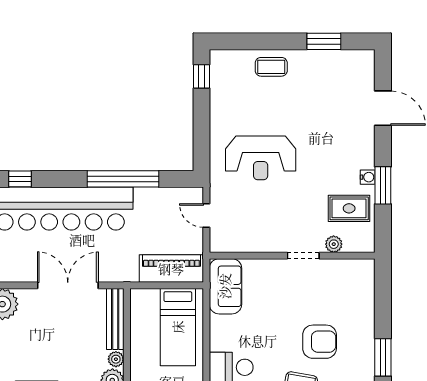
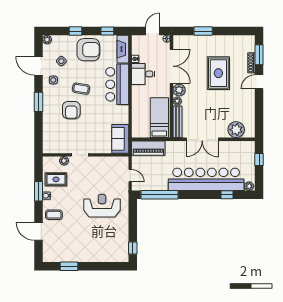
coffee table: (271, 67) -> (54, 215), moved
window: (123, 179) -> (159, 195), moved
bed: (178, 327) -> (159, 118), moved
armchair: (320, 342) -> (71, 110), turned -90

